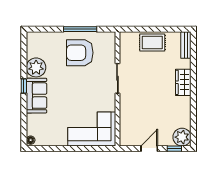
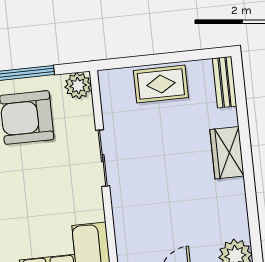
plant: (109, 39) -> (78, 86), added

